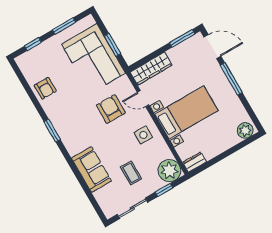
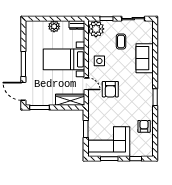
corner sofa: (94, 59) -> (109, 142), moved, turned -90
plant: (245, 130) -> (54, 26), moved

